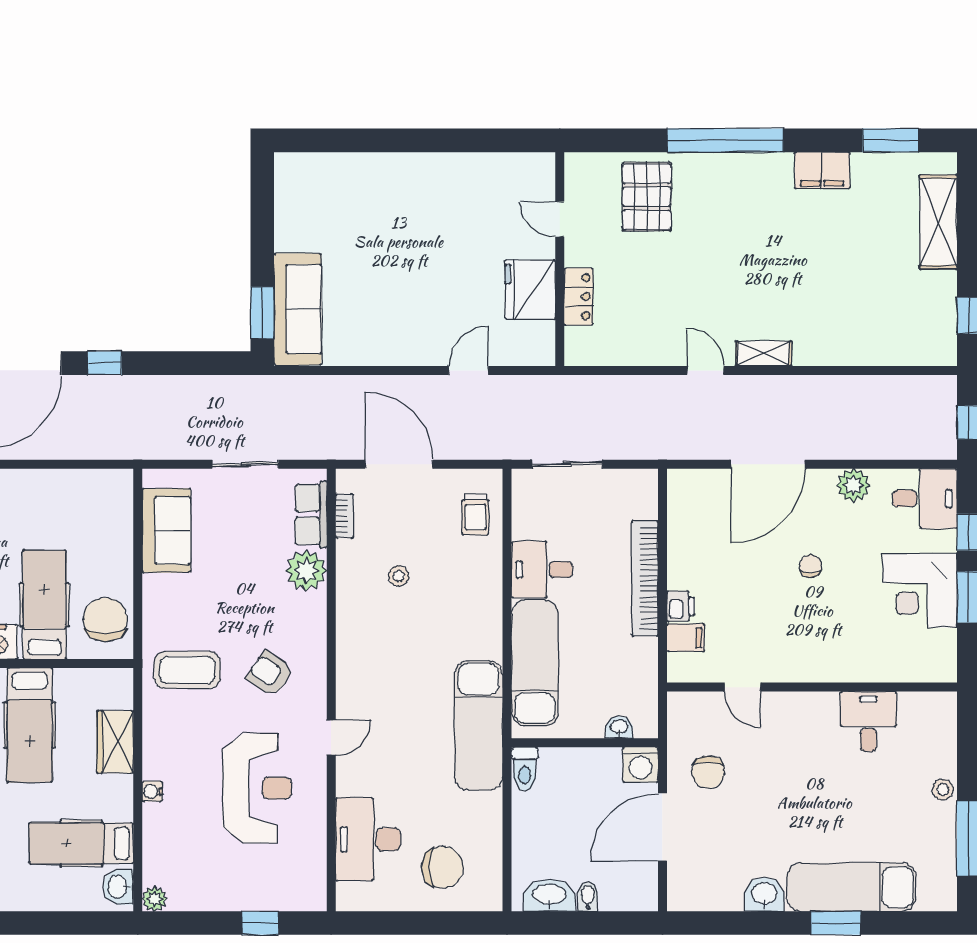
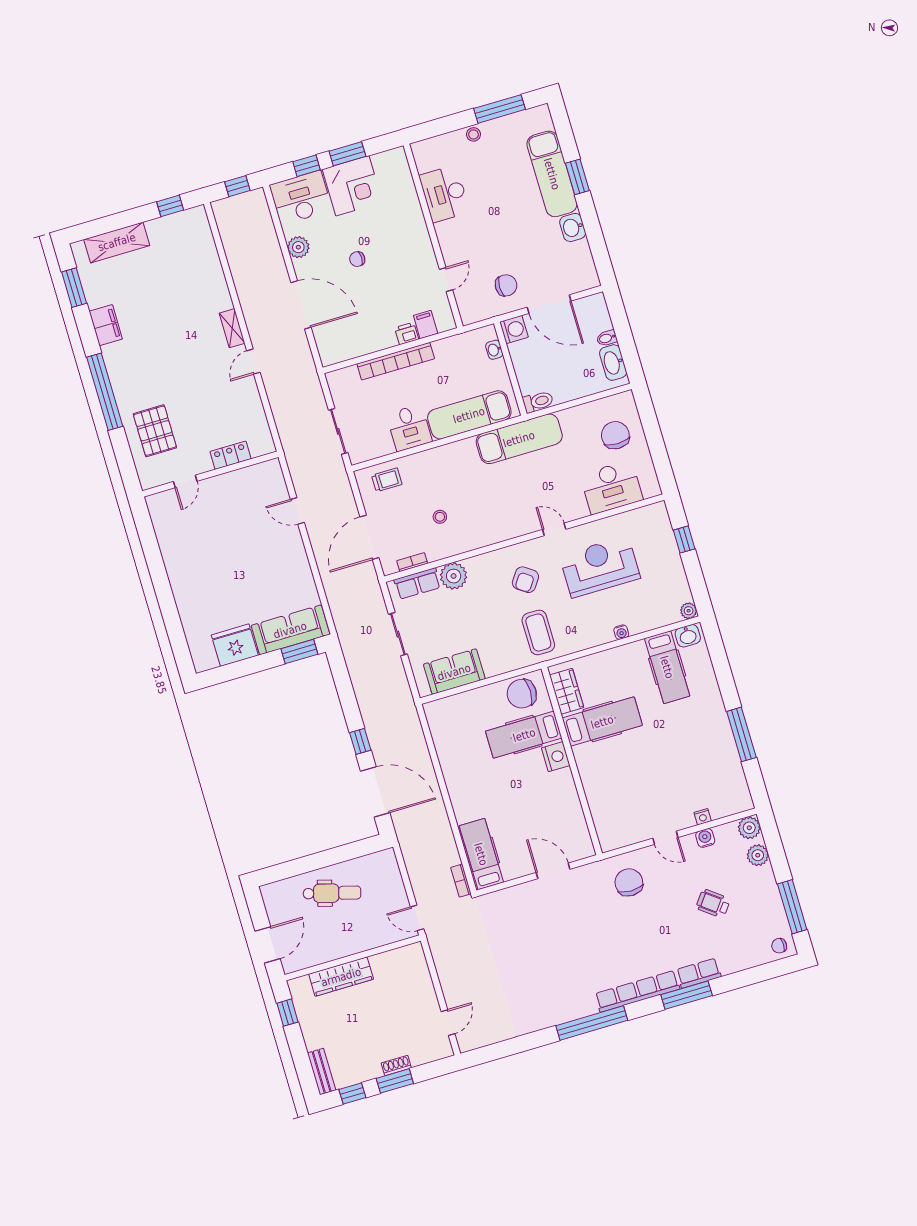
pallet: (647, 197) -> (155, 431), turned 90
fridge: (530, 290) -> (235, 645), moved, turned 180
desk: (925, 499) -> (301, 198), width x1.37
desk: (868, 721) -> (444, 194), width x1.37
wardrobe: (115, 742) -> (567, 691), moved, turned -90

